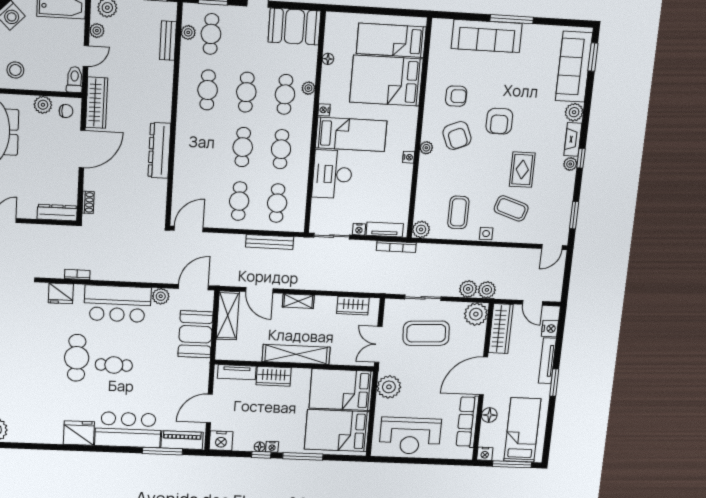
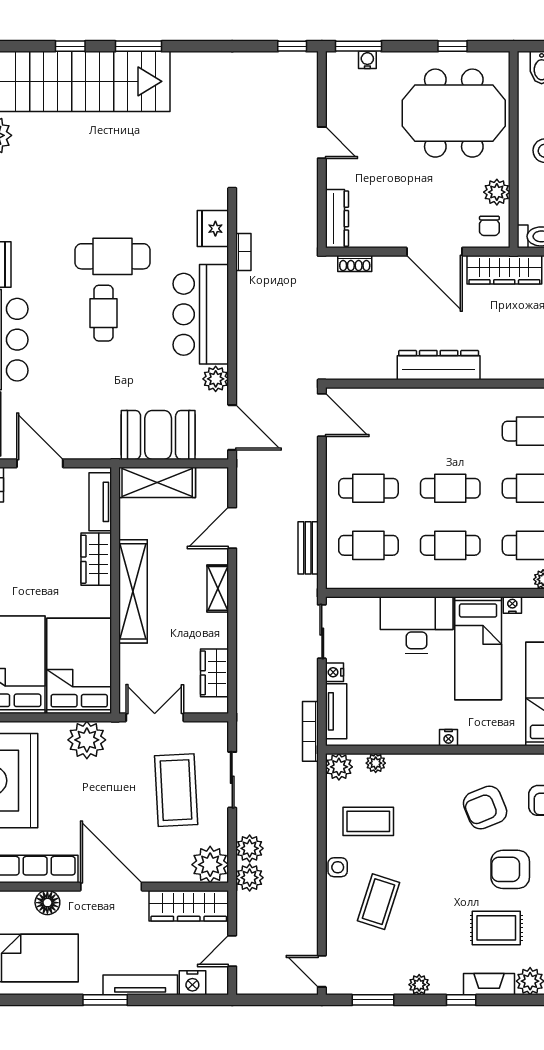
plant: (426, 148) -> (376, 763), moved
plant: (570, 164) -> (419, 985), moved
rug: (522, 170) -> (496, 928), moved
bench: (270, 242) -> (308, 548), width x0.73
shelving: (228, 315) -> (157, 482), moved

